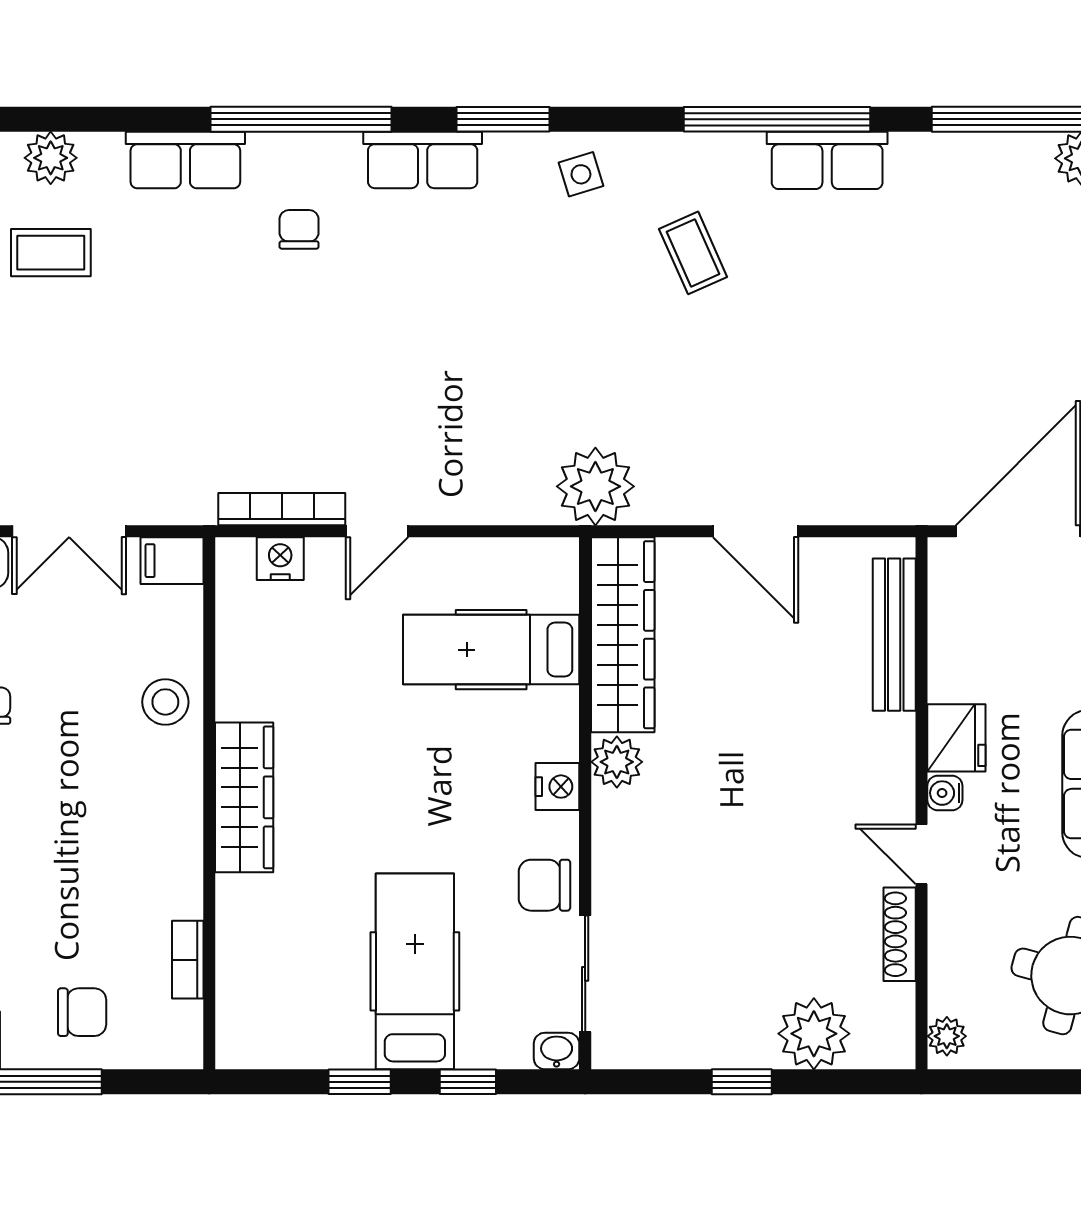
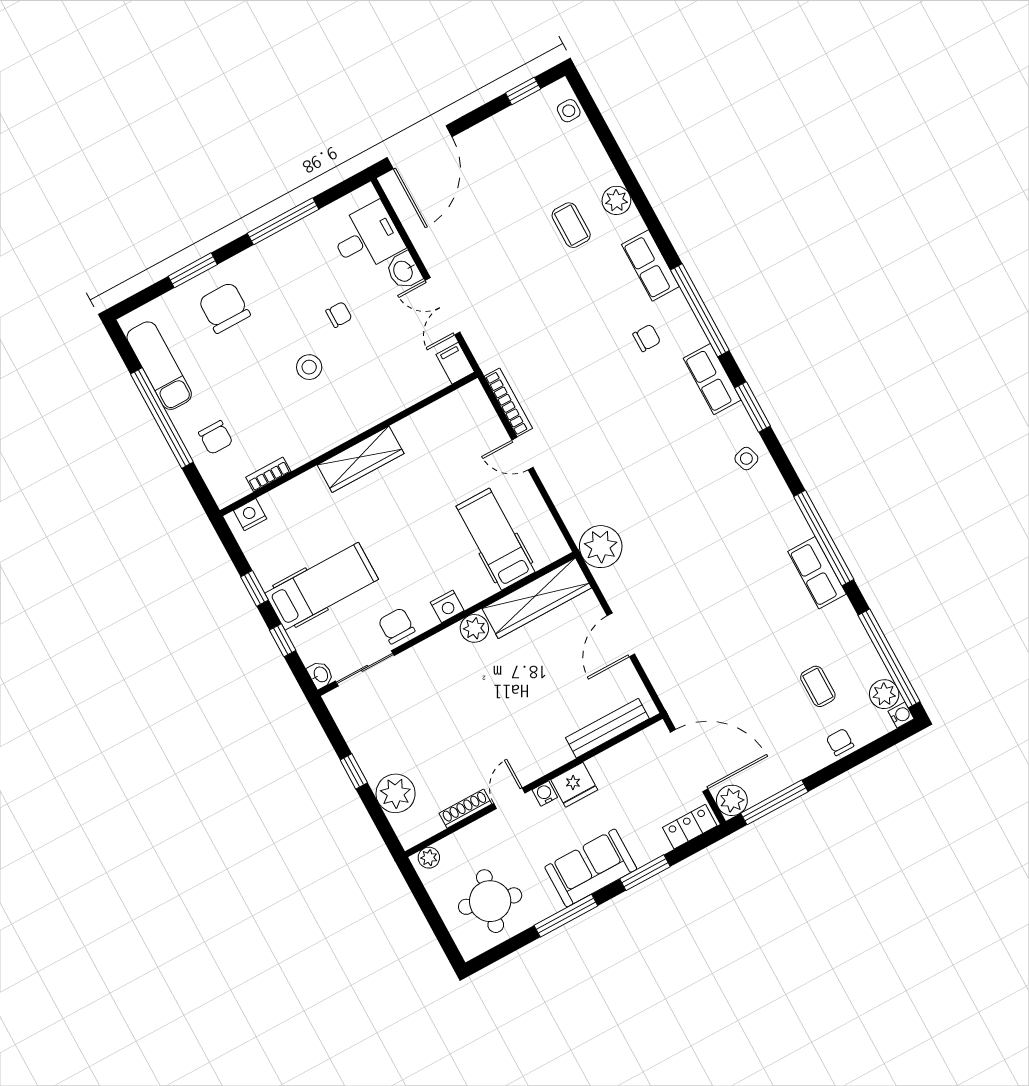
coffee table: (693, 253) -> (818, 686), moved, turned -66
nightstand: (280, 559) -> (250, 515), moved, turned -90
stool: (165, 702) -> (309, 367), moved

